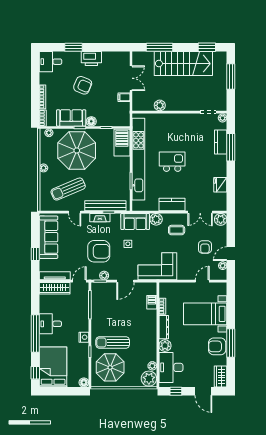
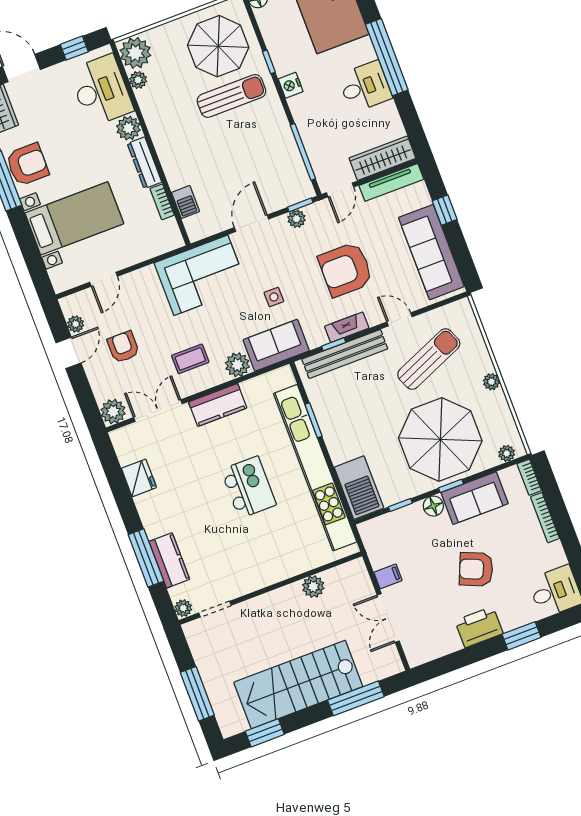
kitchen island: (172, 162) -> (248, 487), turned -90
armchair: (99, 251) -> (346, 269), moved

